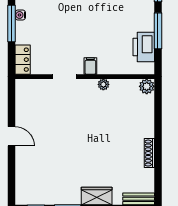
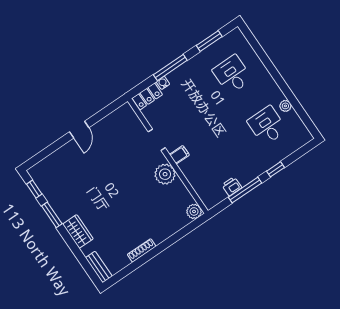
water cooler: (20, 15) -> (163, 83), moved
printer: (144, 47) -> (232, 186), width x0.53, depth x0.68
plant: (103, 84) -> (165, 174), width x1.87, depth x1.87

